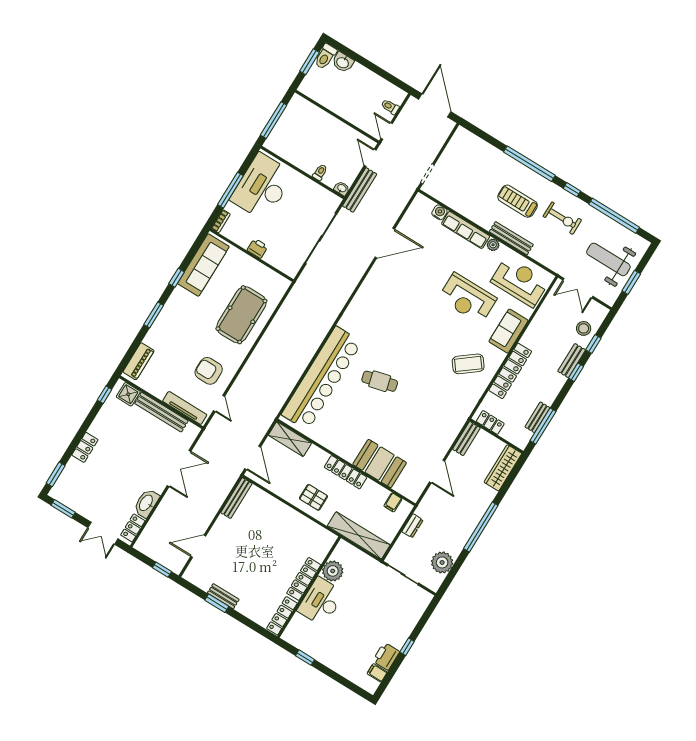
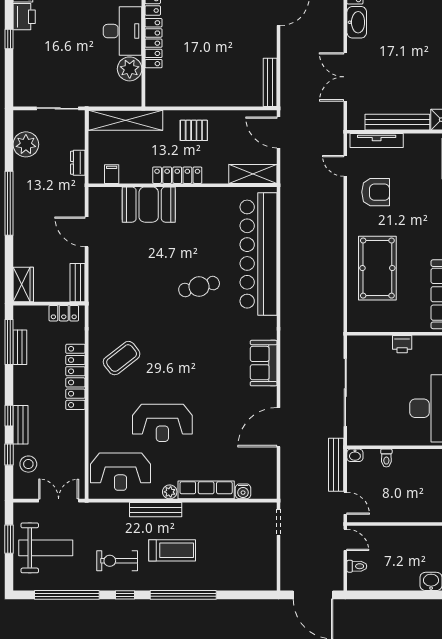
reception desk: (467, 298) -> (162, 423), turned 180
sofa: (508, 331) -> (264, 363), moved, turned 180
wardrobe: (503, 468) -> (23, 285), width x0.67

